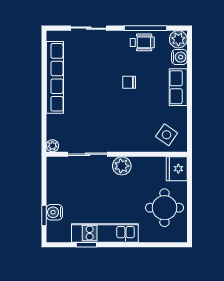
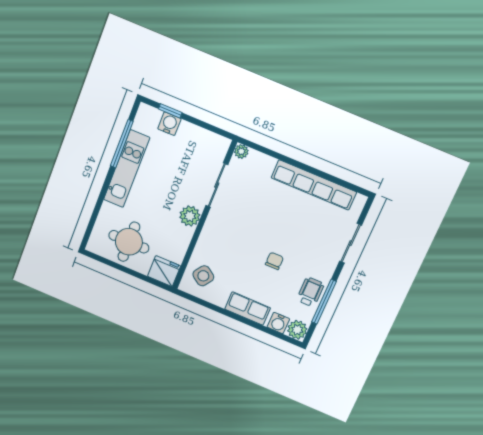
wheelchair: (142, 42) -> (310, 292), turned 180
window: (86, 245) -> (122, 144), width x2.17

